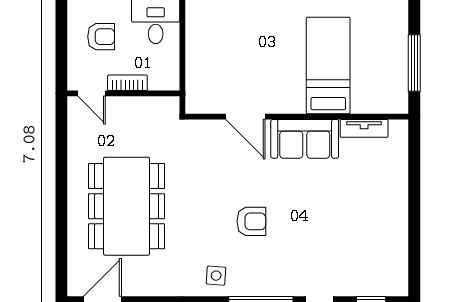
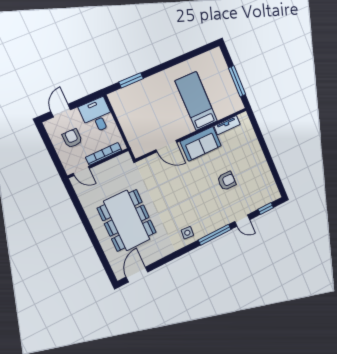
armchair: (101, 37) -> (72, 138), turned -90
bookcase: (127, 83) -> (104, 154), width x1.56
armchair: (251, 221) -> (227, 181), moved

